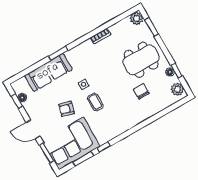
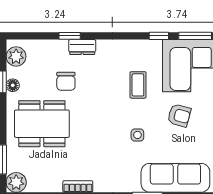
coffee table: (95, 102) -> (138, 85), moved
dresser: (143, 116) -> (82, 47), added
window: (154, 118) -> (70, 36), added

